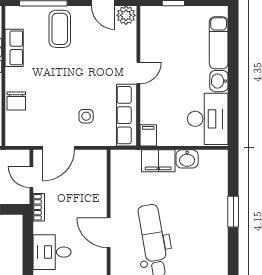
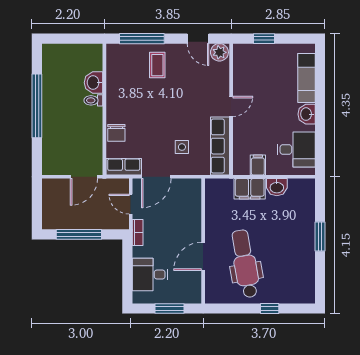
coffee table: (60, 29) -> (157, 65), width x0.73, depth x0.77
row of seats: (14, 48) -> (124, 167), moved, turned -90
desk: (208, 119) -> (296, 150), width x0.73
filing cabinet: (148, 135) -> (258, 165), moved
door: (109, 233) -> (203, 256), hinge flipped

